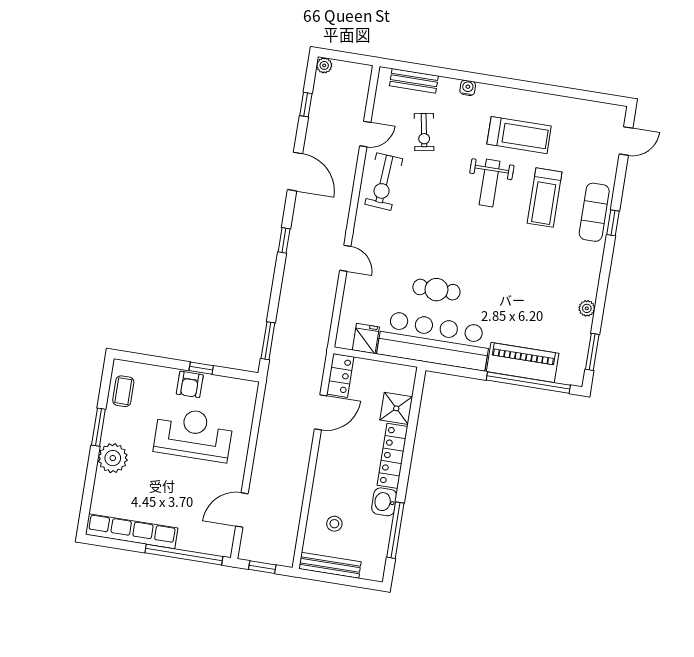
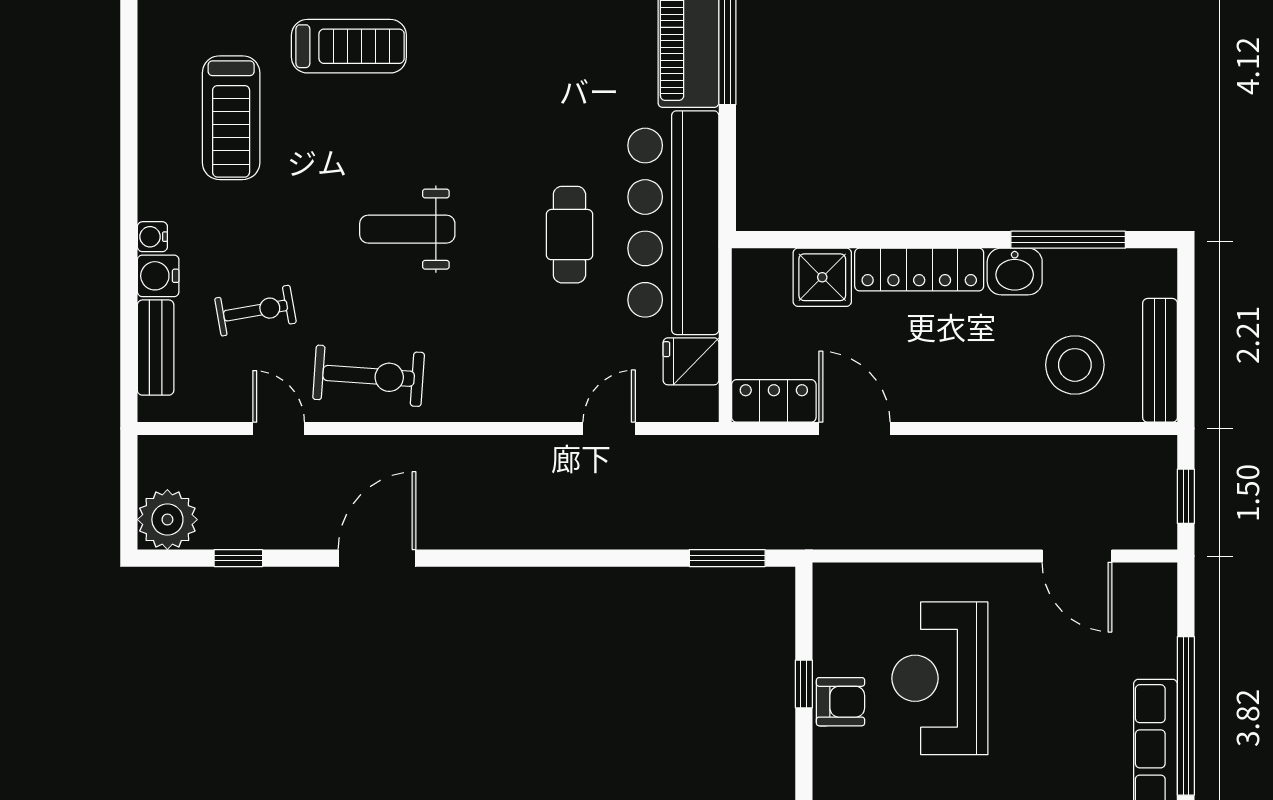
plant: (324, 65) -> (167, 520), width x1.87, depth x1.87
water cooler: (448, 88) -> (158, 276), added
treadmill: (519, 135) -> (231, 118), turned 180
weight bench: (490, 183) -> (407, 229), moved, turned 180
window: (284, 240) -> (519, 558), removed
door: (345, 258) -> (609, 429), moved
stool: (334, 524) -> (1075, 365), width x1.89, depth x1.89
window: (184, 555) -> (1186, 716), moved

